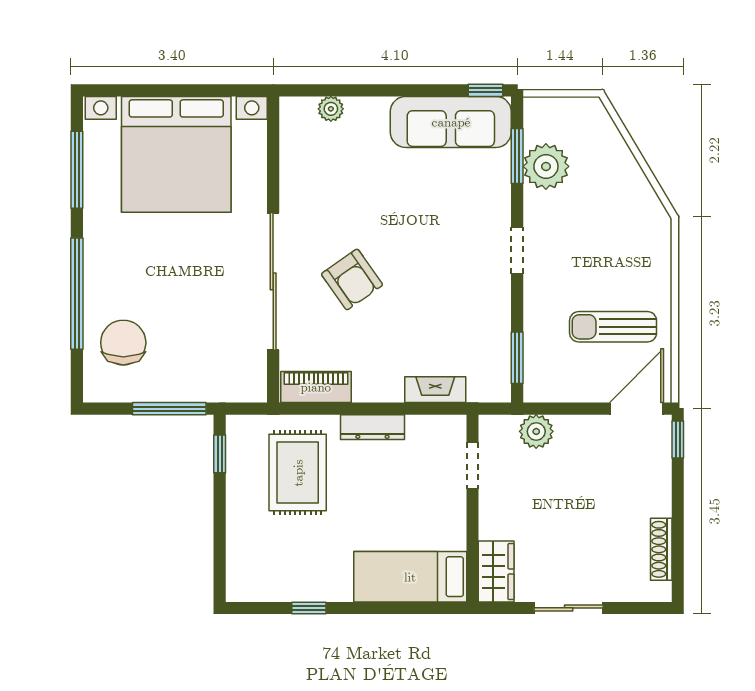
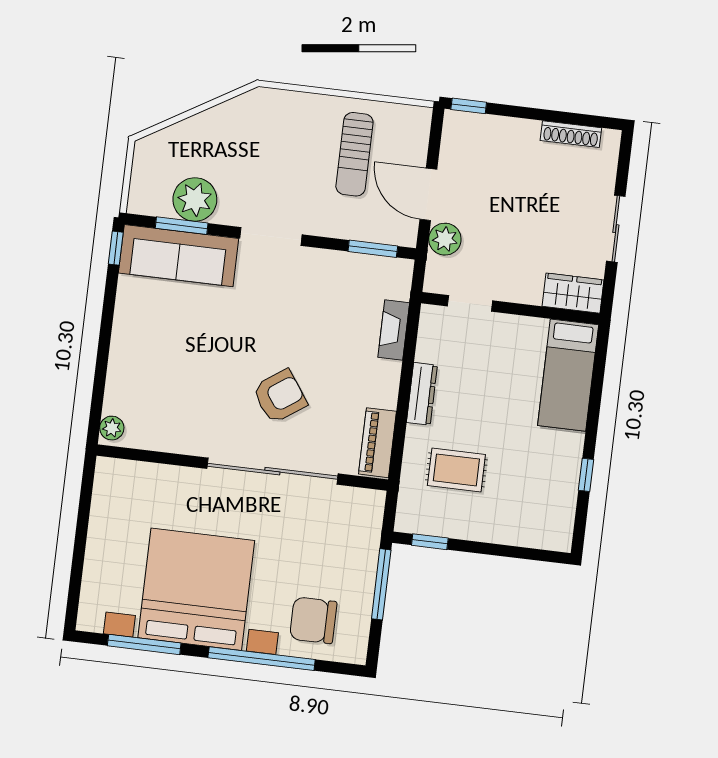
plant: (331, 109) -> (112, 428), moved
sofa: (451, 122) -> (179, 256), moved, turned 90
bed with nightstands: (176, 154) -> (196, 589), moved, turned -90
doorway: (517, 250) -> (271, 236), width x1.38
door: (637, 409) -> (428, 194), moved
rug: (298, 473) -> (456, 470), width x0.73, depth x0.70

